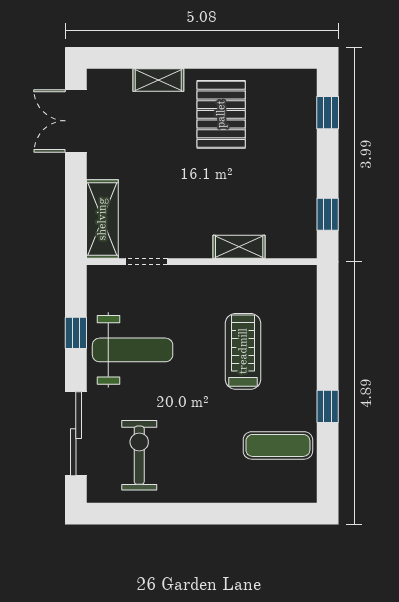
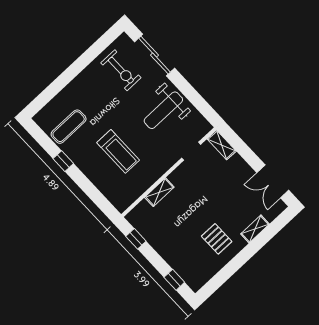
pallet: (221, 114) -> (217, 239), width x0.67, depth x0.71
double door: (76, 121) -> (273, 181), swing flipped
shelving: (102, 219) -> (222, 145), width x0.67, depth x0.75
window: (76, 333) -> (193, 96), removed

